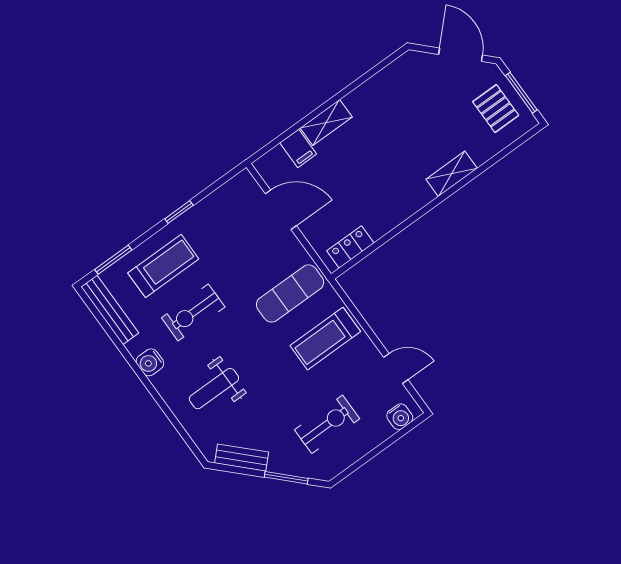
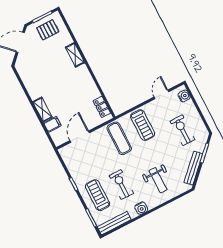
exercise bike: (193, 312) -> (121, 185), turned 180
bench: (242, 458) -> (193, 168), width x1.36

